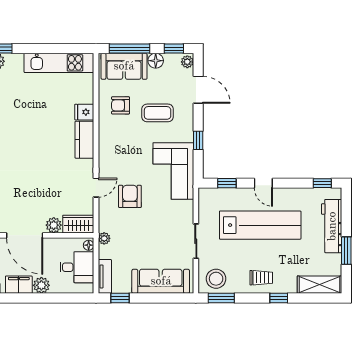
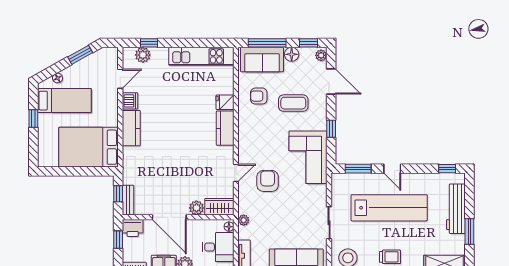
window: (227, 183) -> (358, 169), width x1.50

